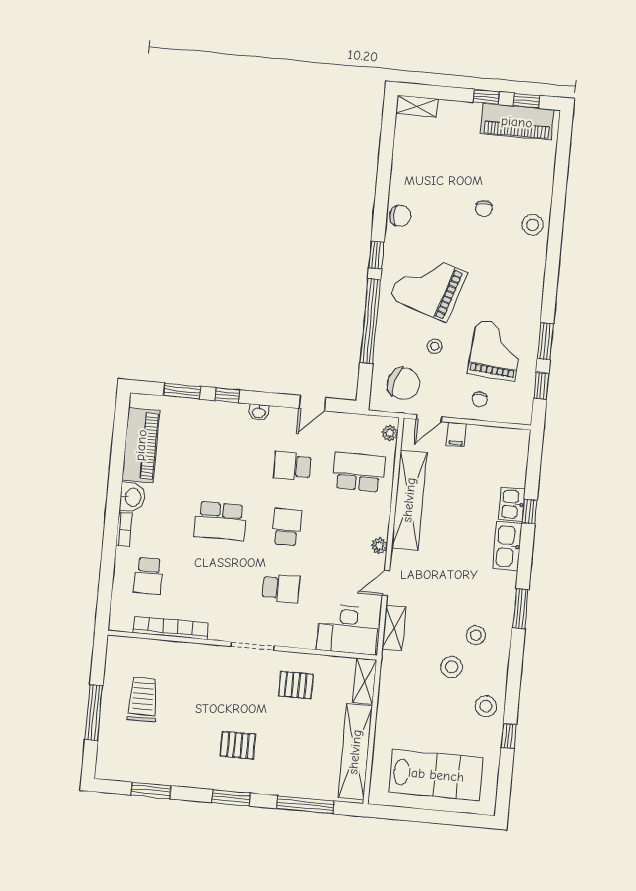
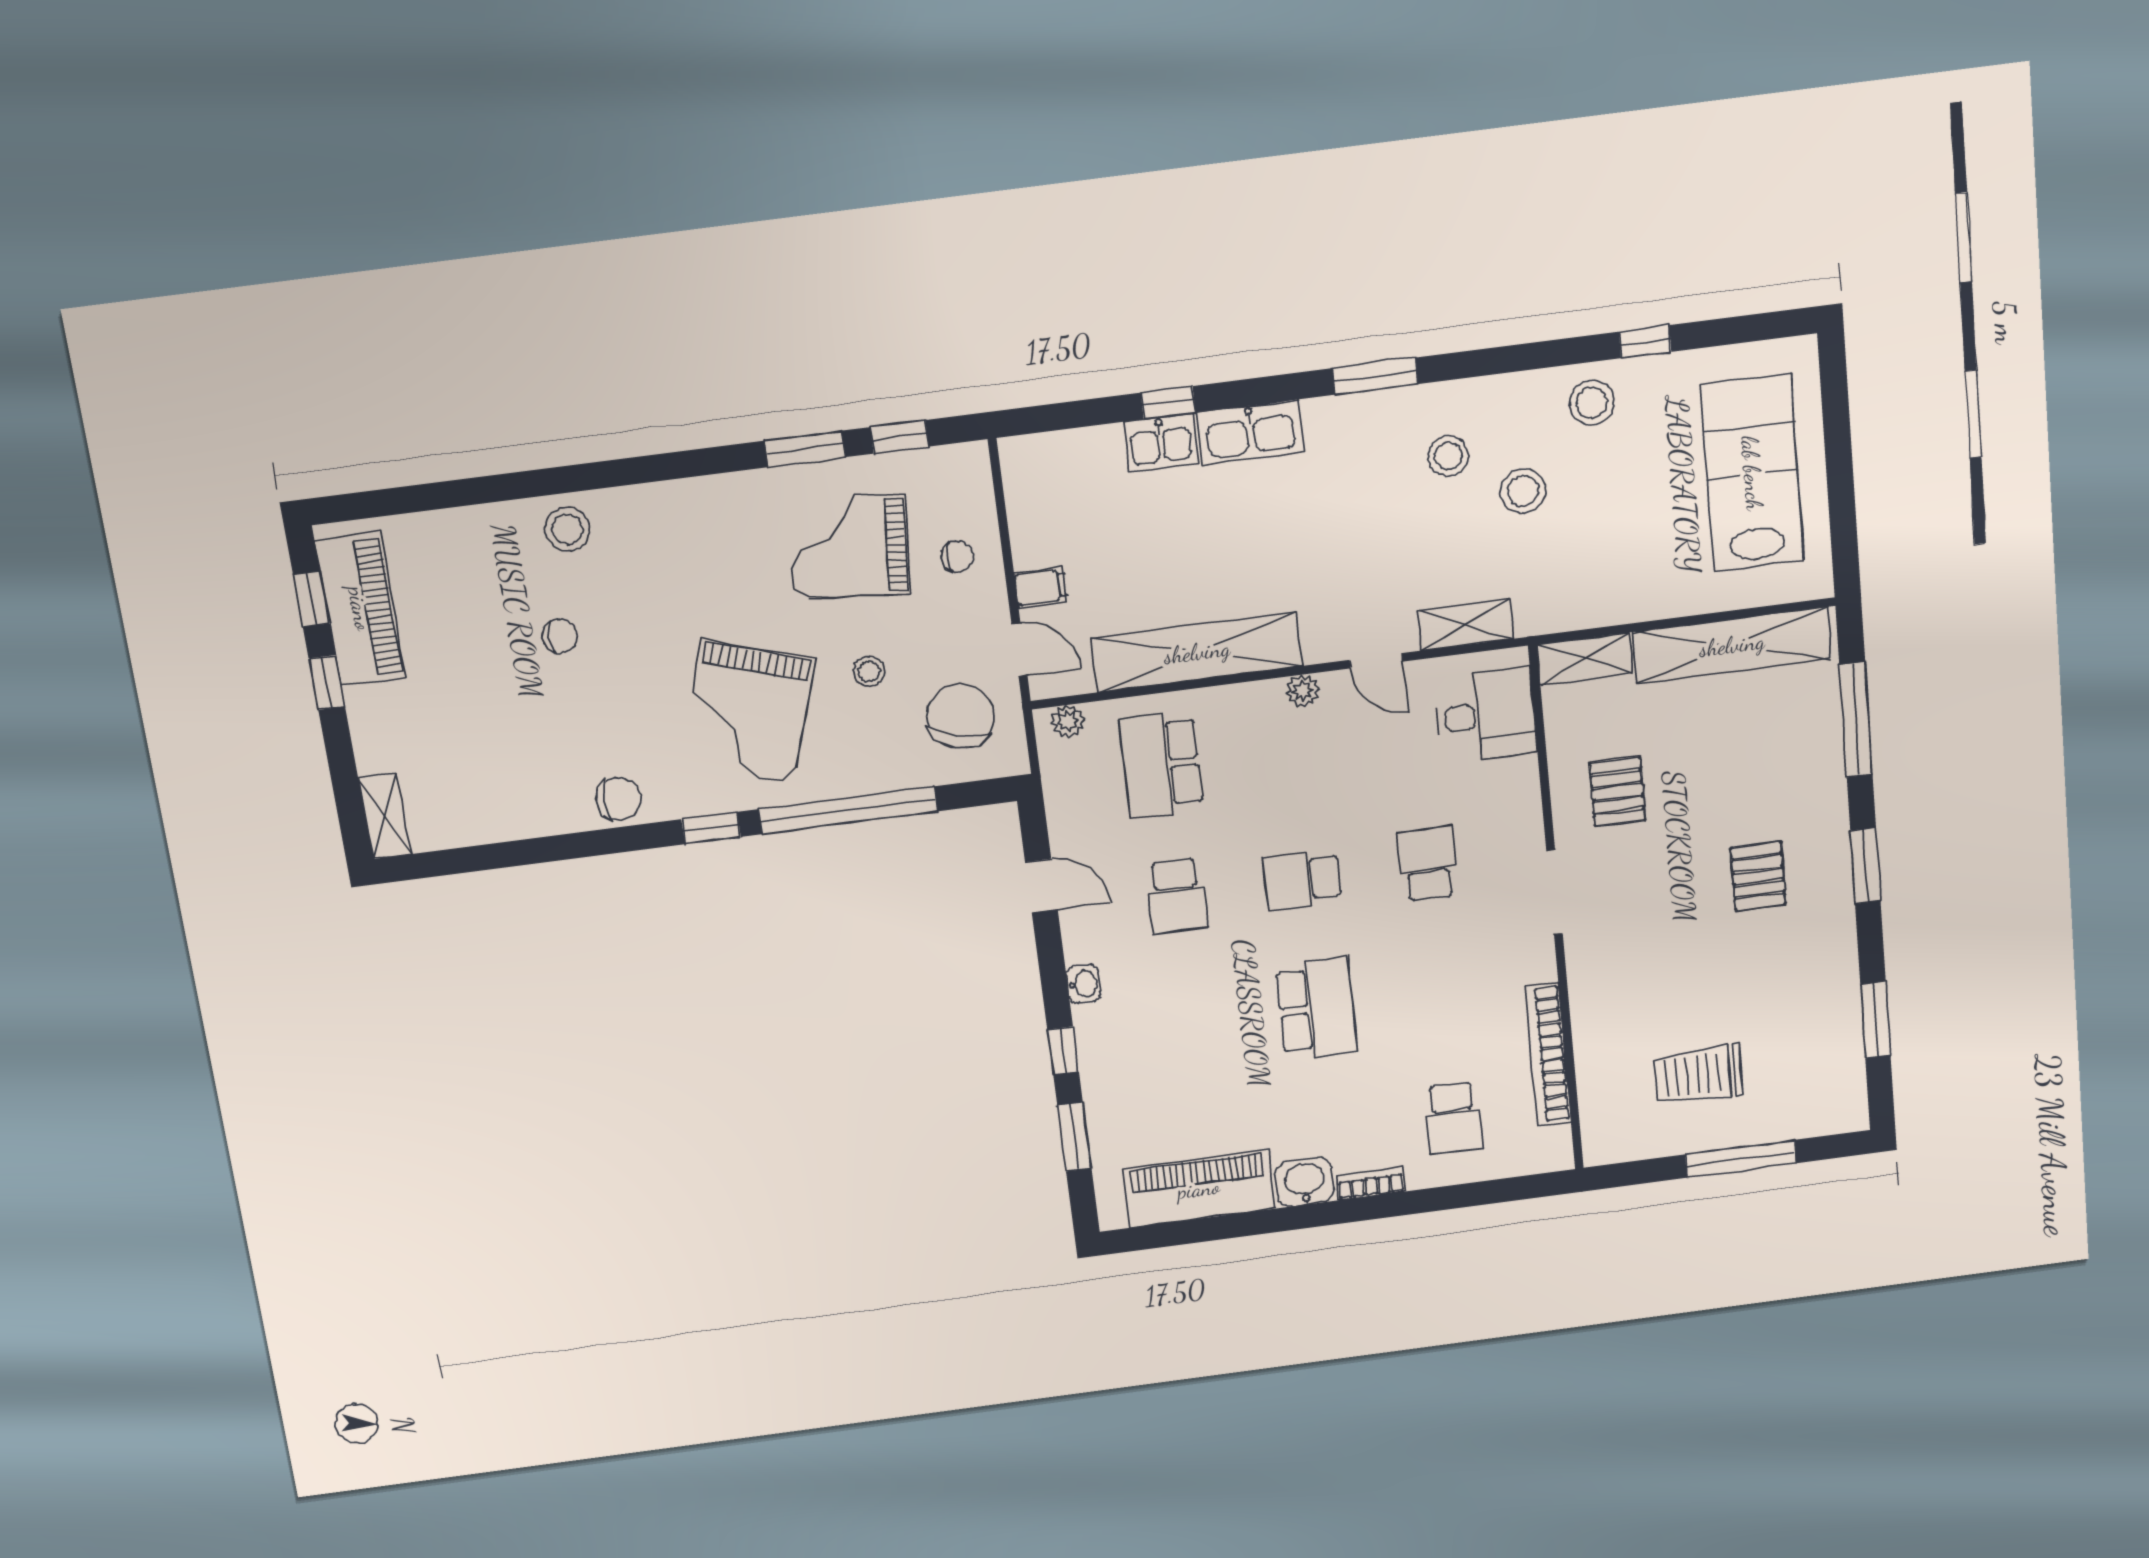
chair: (400, 216) -> (618, 799), turned 90
school desk: (148, 576) -> (1453, 1118), turned 90
desk: (348, 630) -> (1486, 715), width x0.73

